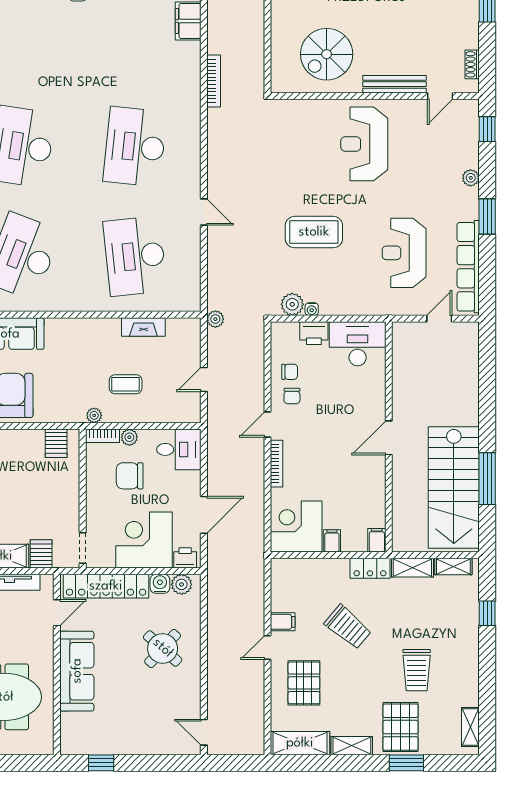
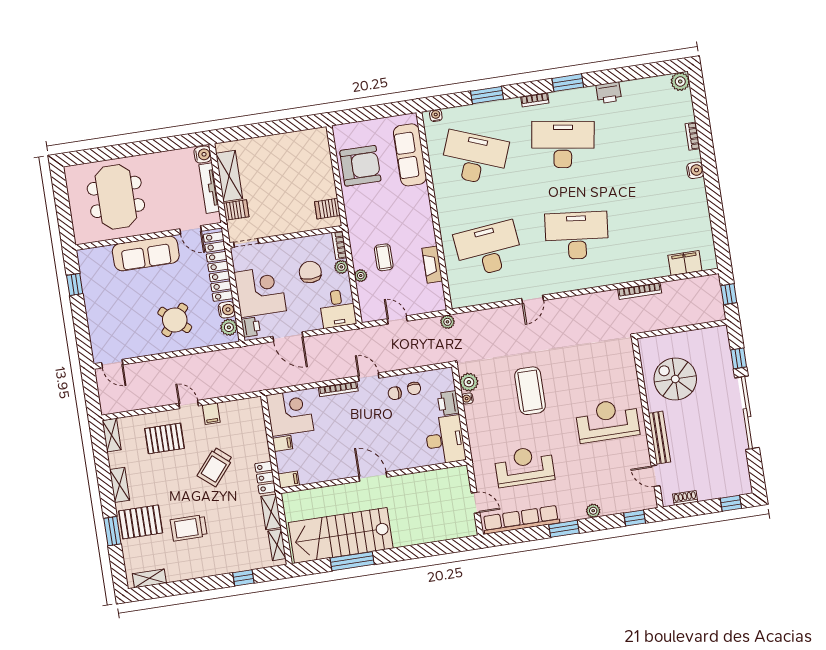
plant: (94, 415) -> (361, 276), moved
door: (204, 732) -> (112, 364), swing flipped
shelving: (300, 743) -> (112, 435), width x0.67, depth x0.75

